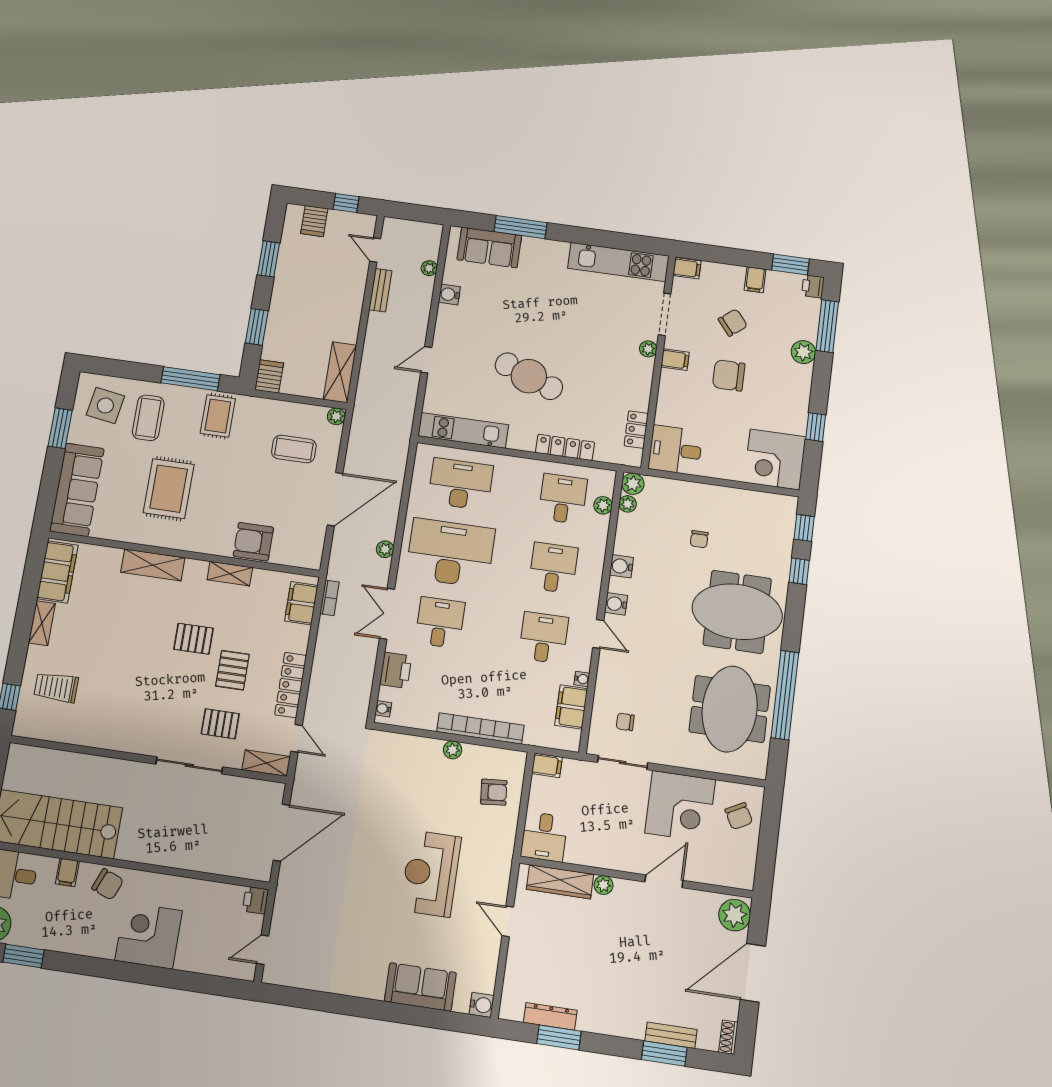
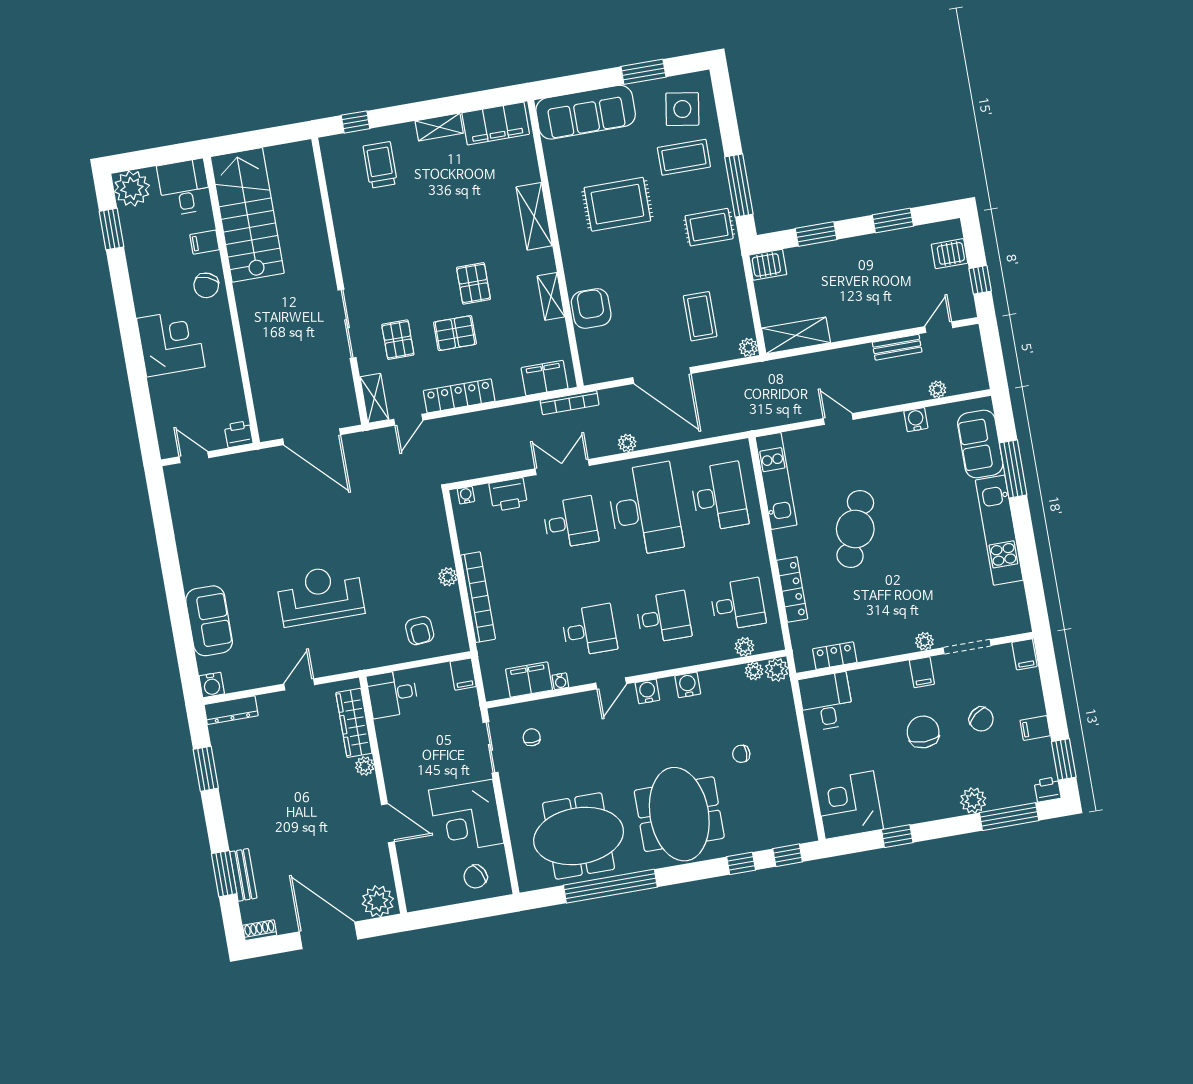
kitchen unit: (618, 262) -> (999, 530), moved
bookcase: (330, 598) -> (570, 403), width x1.56
dresser: (550, 1016) -> (231, 710), moved, turned 90

